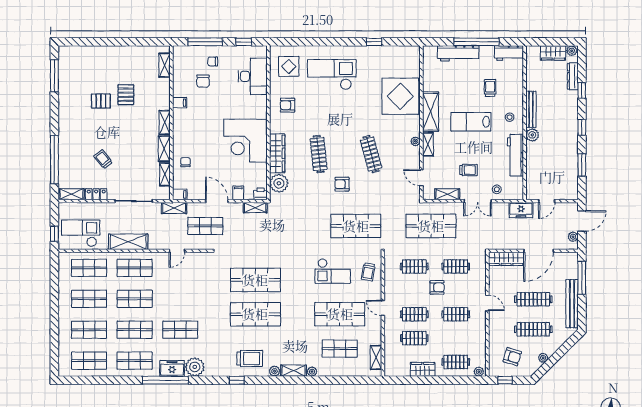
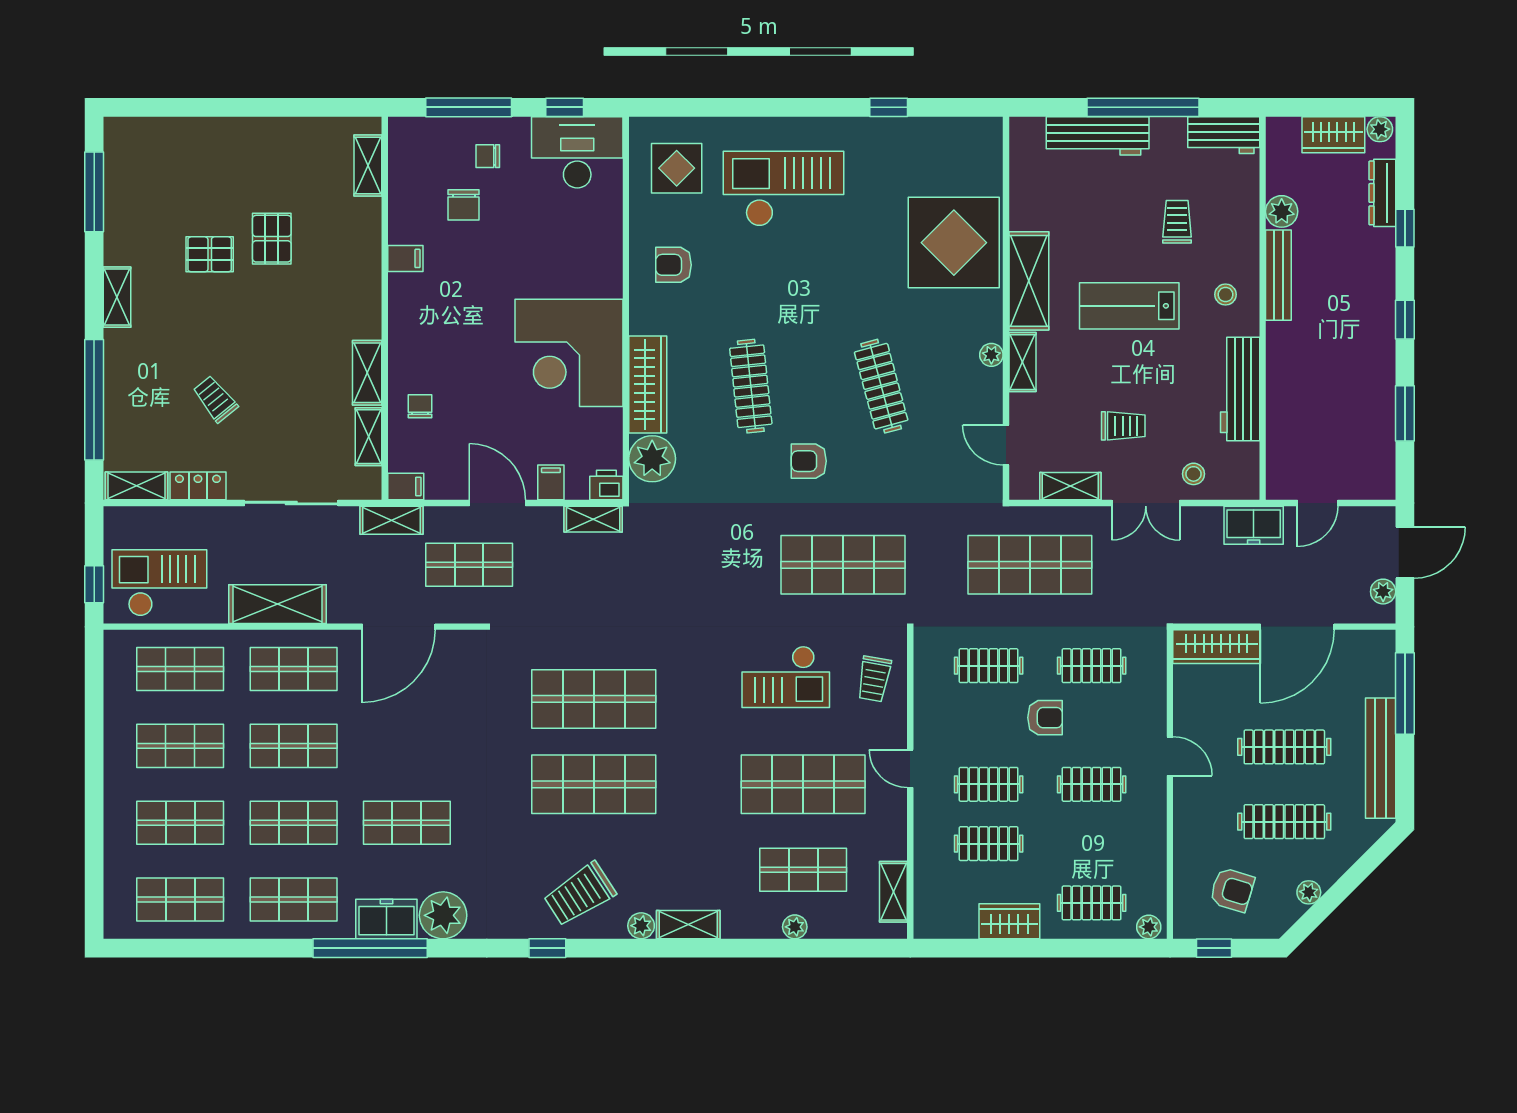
desk: (253, 76) -> (577, 152), moved, turned -90
shelving: (165, 122) -> (117, 297), moved
plant: (532, 135) -> (1282, 211), moved
door: (177, 251) -> (399, 627), width x1.88
trolley: (250, 358) -> (580, 894), turned 147
plant: (312, 372) -> (795, 927), moved

